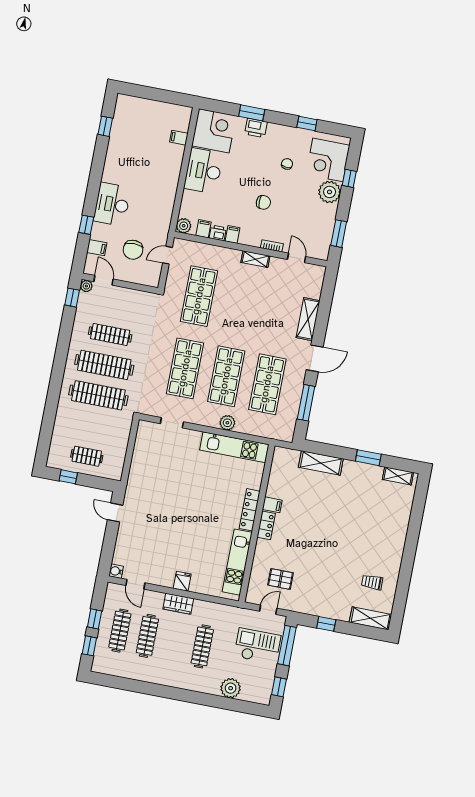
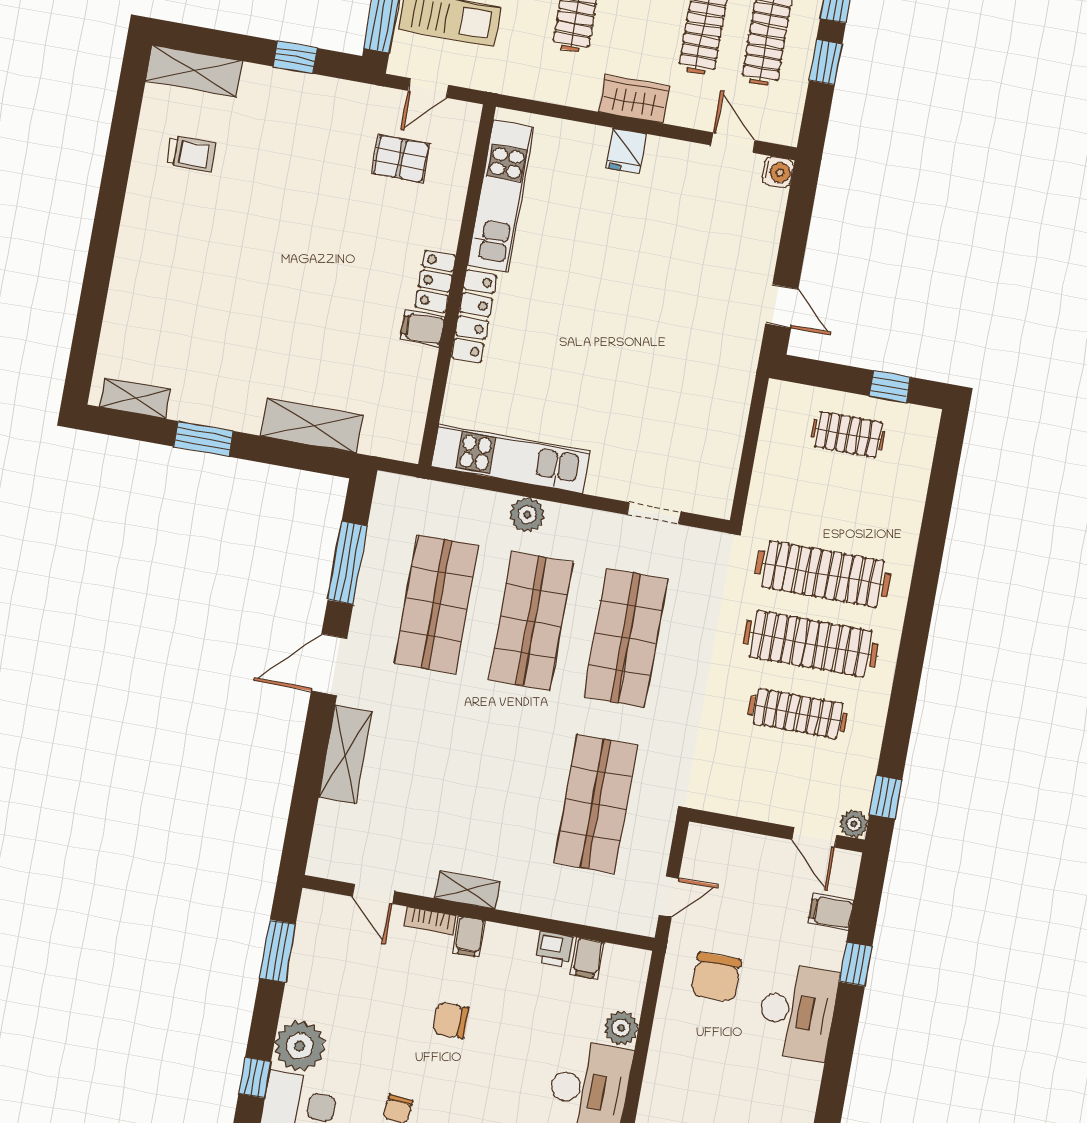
plant: (184, 226) -> (621, 1028), moved
filing cabinet: (233, 235) -> (469, 937), moved
chair: (133, 250) -> (716, 977), moved, turned 180

